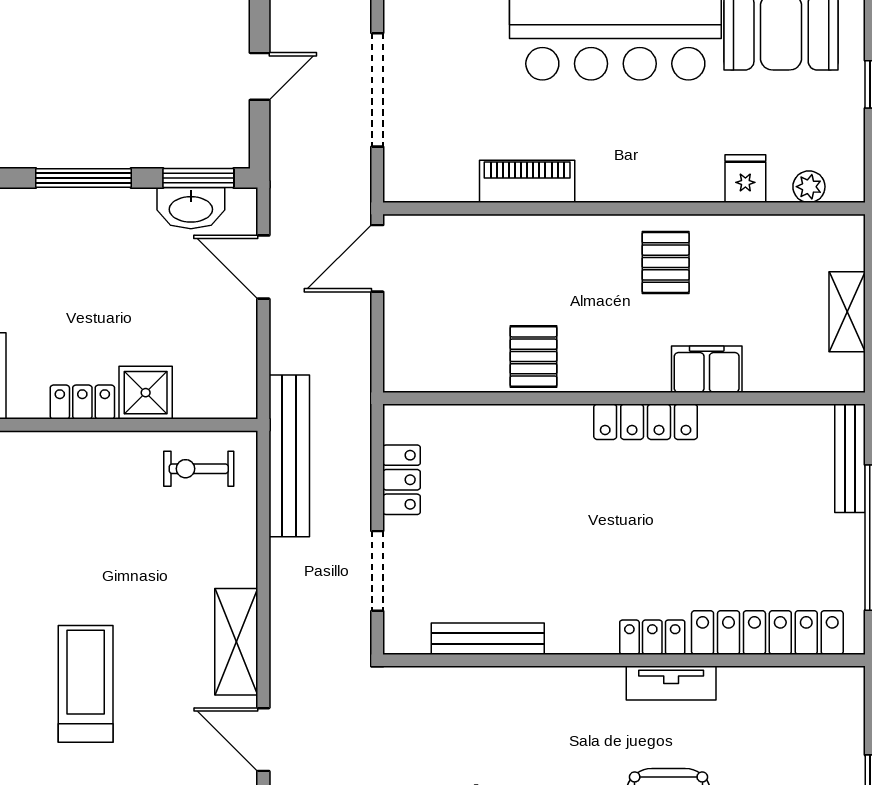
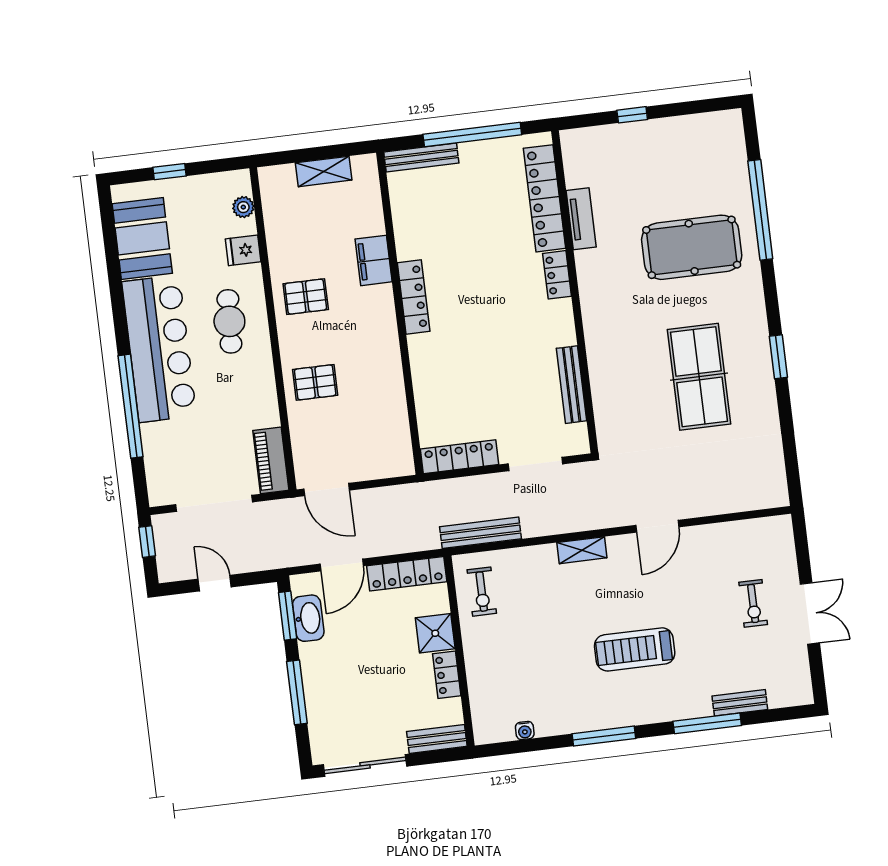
cafe table: (643, 146) -> (229, 321), added
piano: (527, 181) -> (271, 460), moved
pallet: (533, 356) -> (315, 382), moved
locker: (239, 361) -> (407, 574), added
bench: (289, 456) -> (480, 533), width x0.73, depth x0.82
locker: (402, 480) -> (459, 457), width x1.53
shelving: (236, 642) -> (582, 550), width x0.67, depth x0.75
tv unit: (671, 683) -> (581, 219), moved

